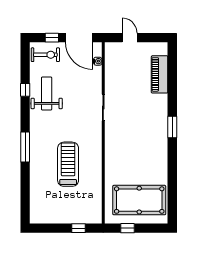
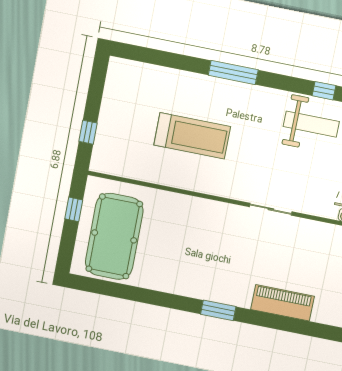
piano: (160, 74) -> (282, 303), moved

